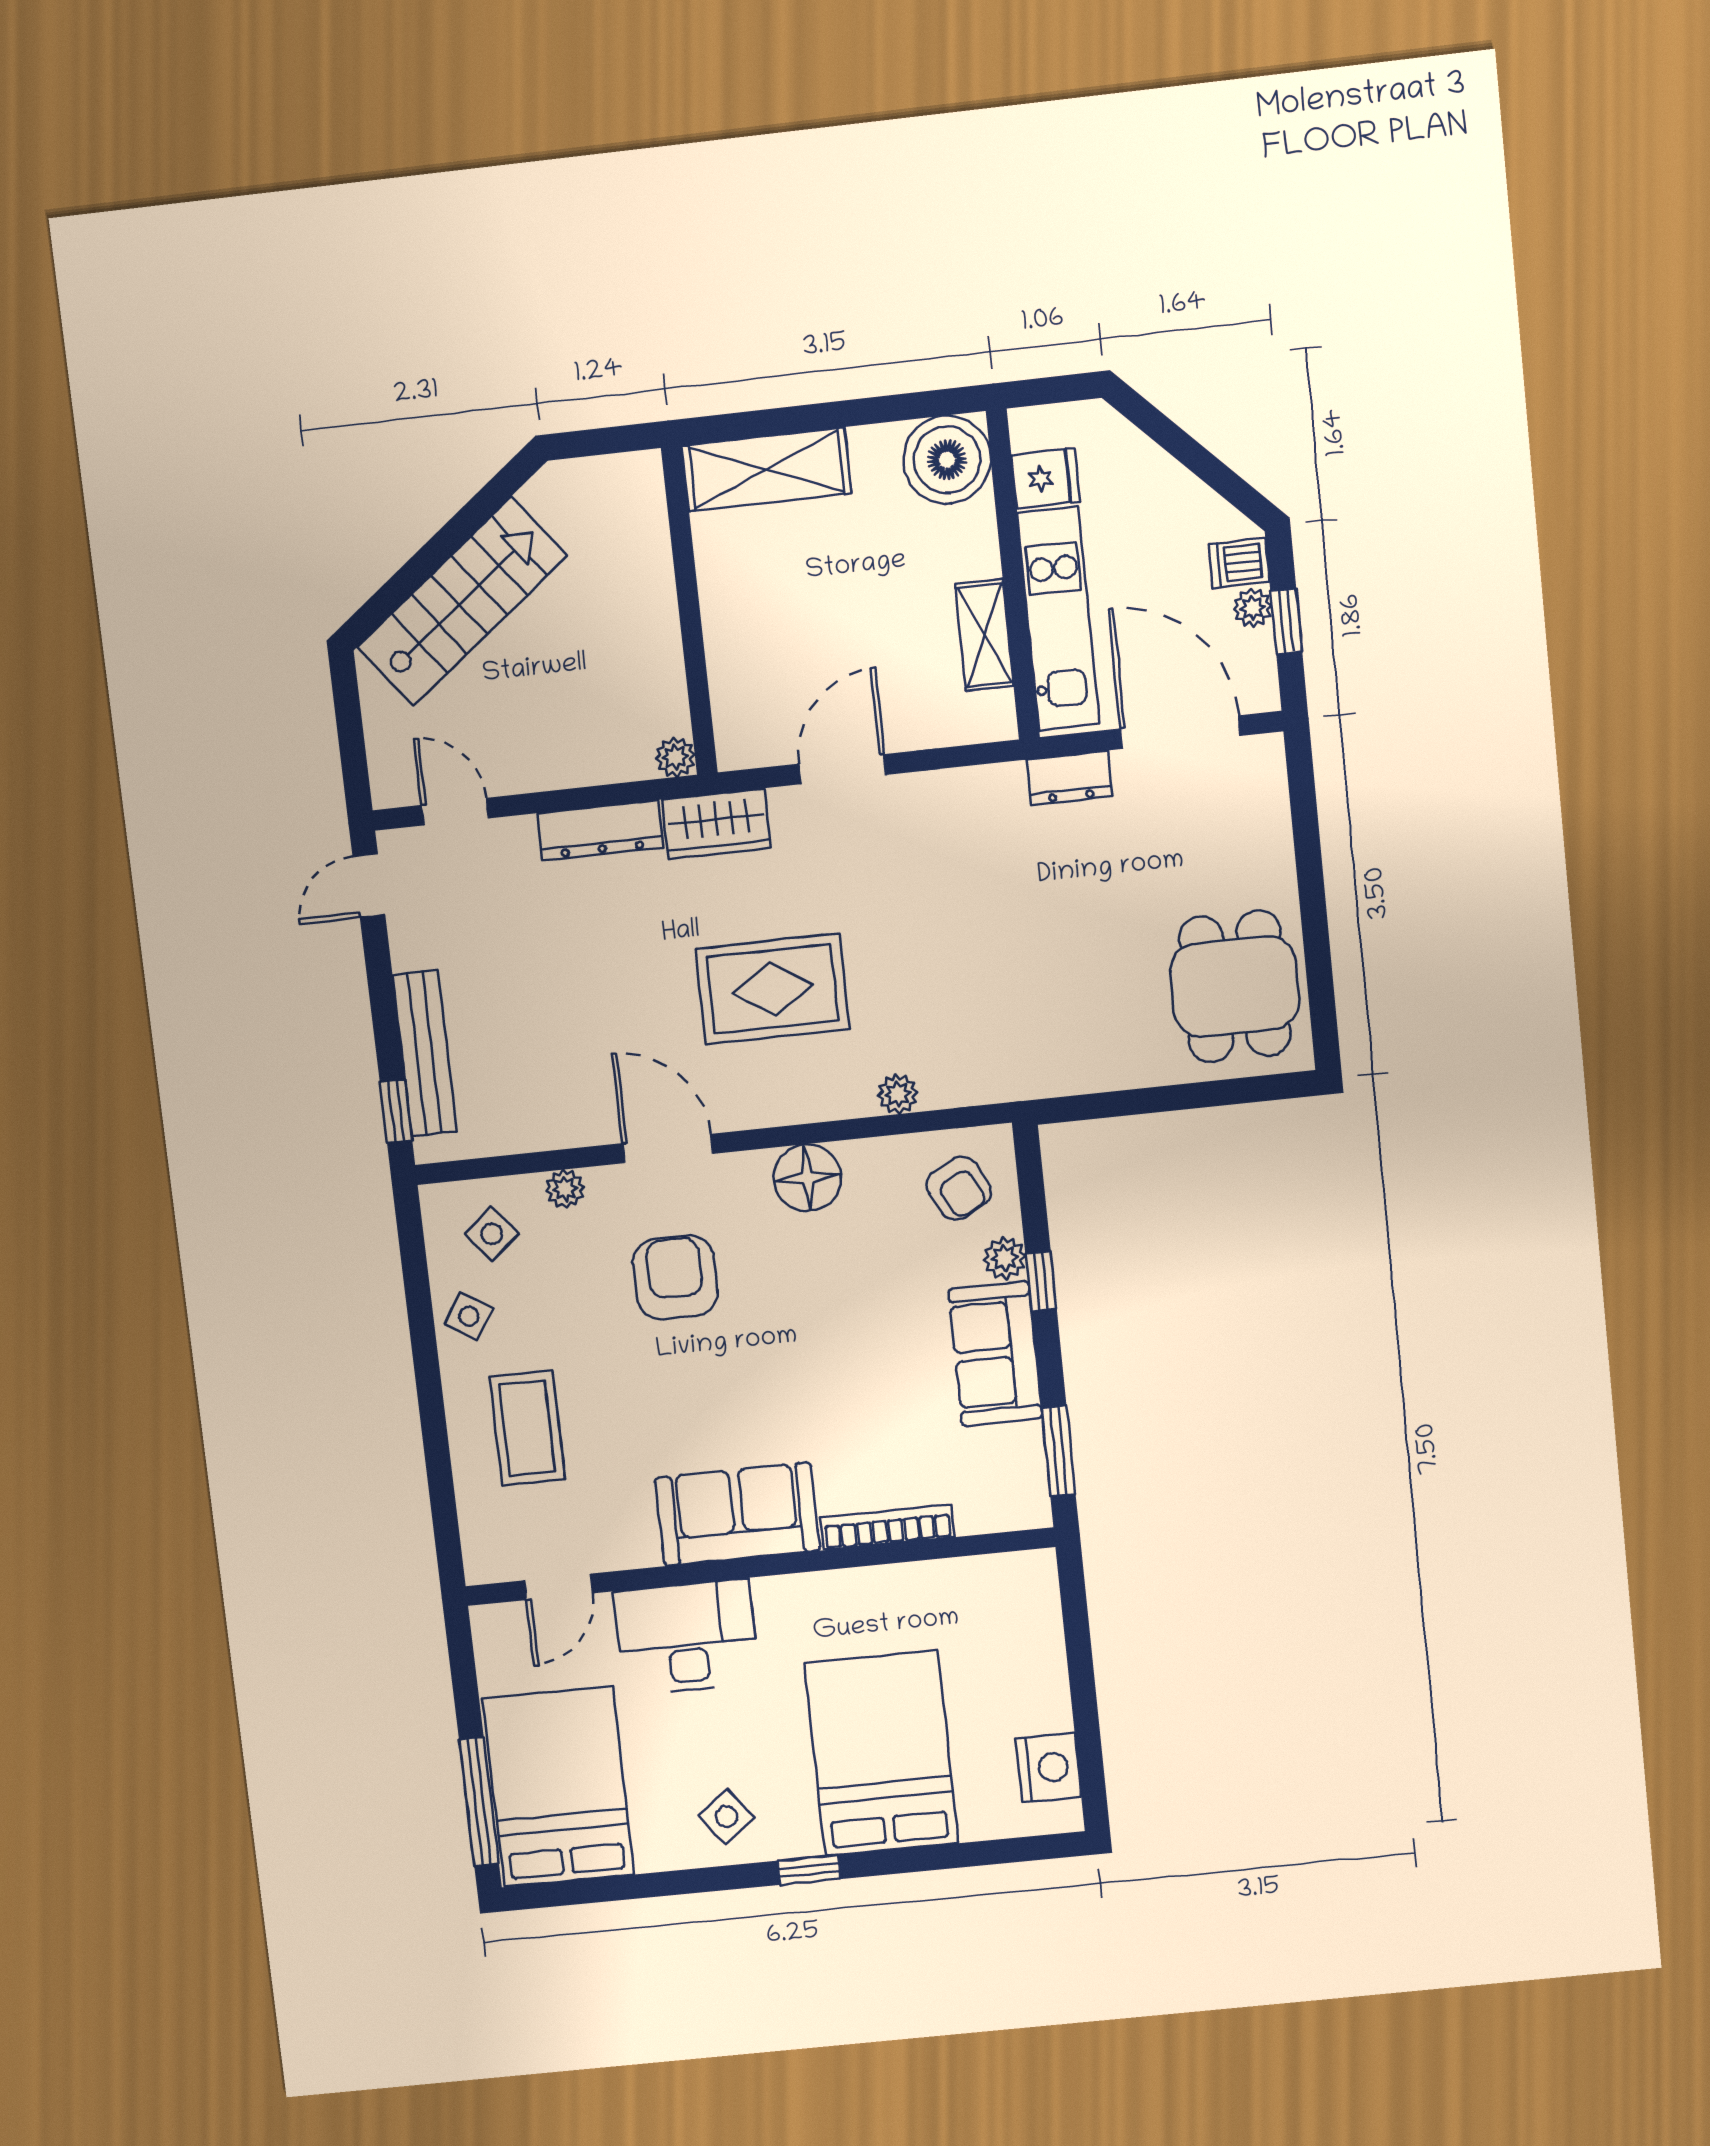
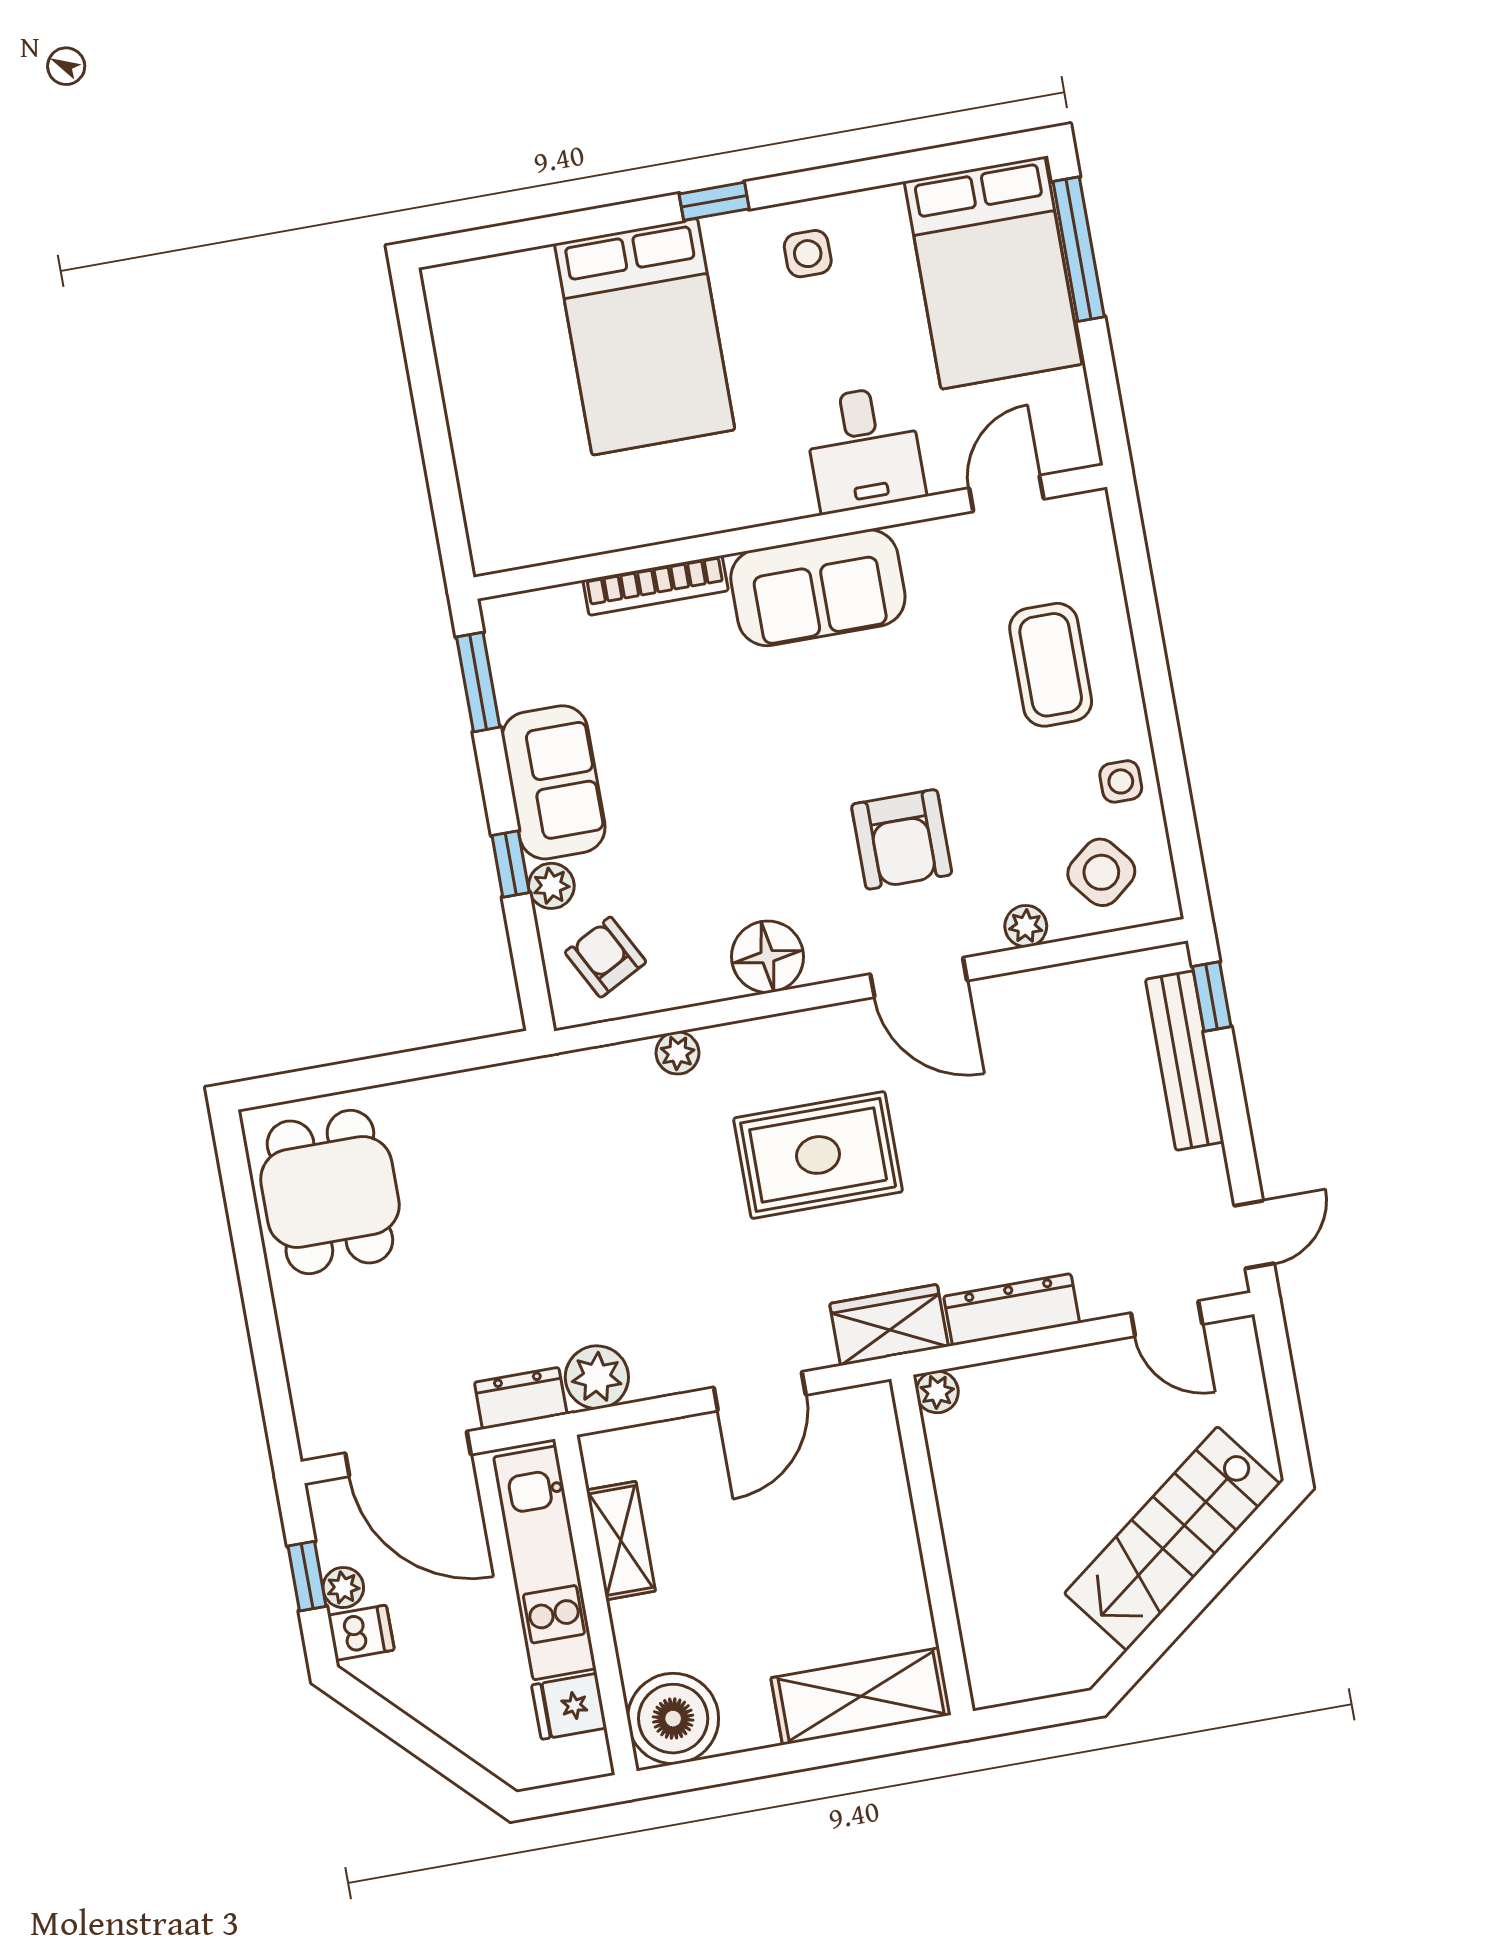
plant: (996, 793) -> (597, 1377), added
side table: (492, 1234) -> (1101, 872), width x1.37, depth x1.37
side table: (469, 1316) -> (1121, 781), turned -33
desk: (687, 1637) -> (864, 449), width x0.73
nightstand: (1049, 1768) -> (463, 335), removed
side table: (727, 1817) -> (808, 254), turned 37

